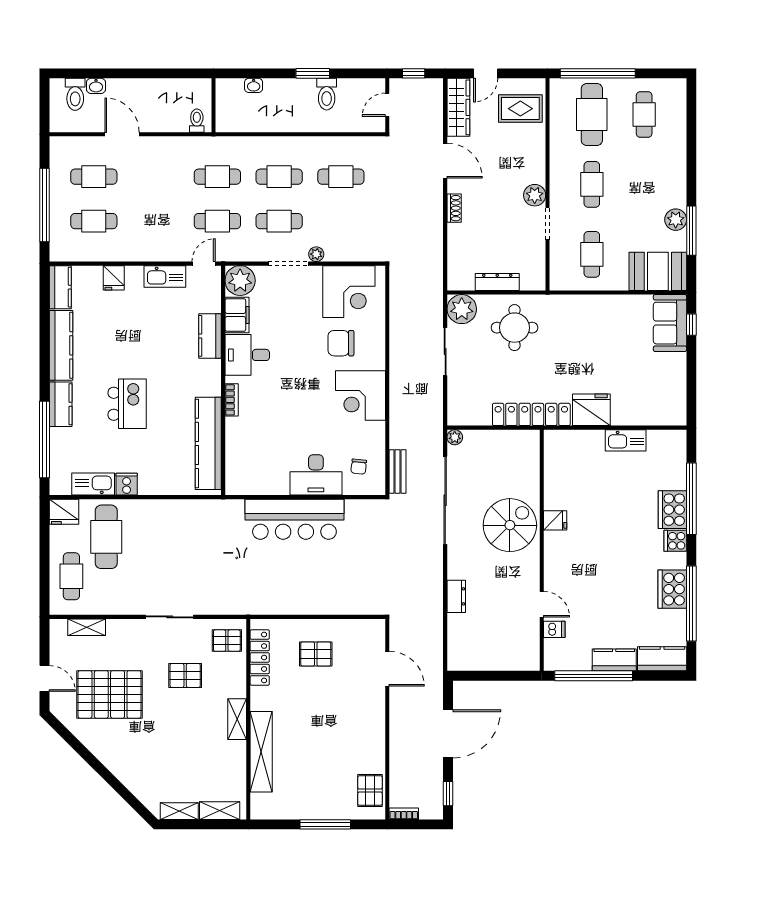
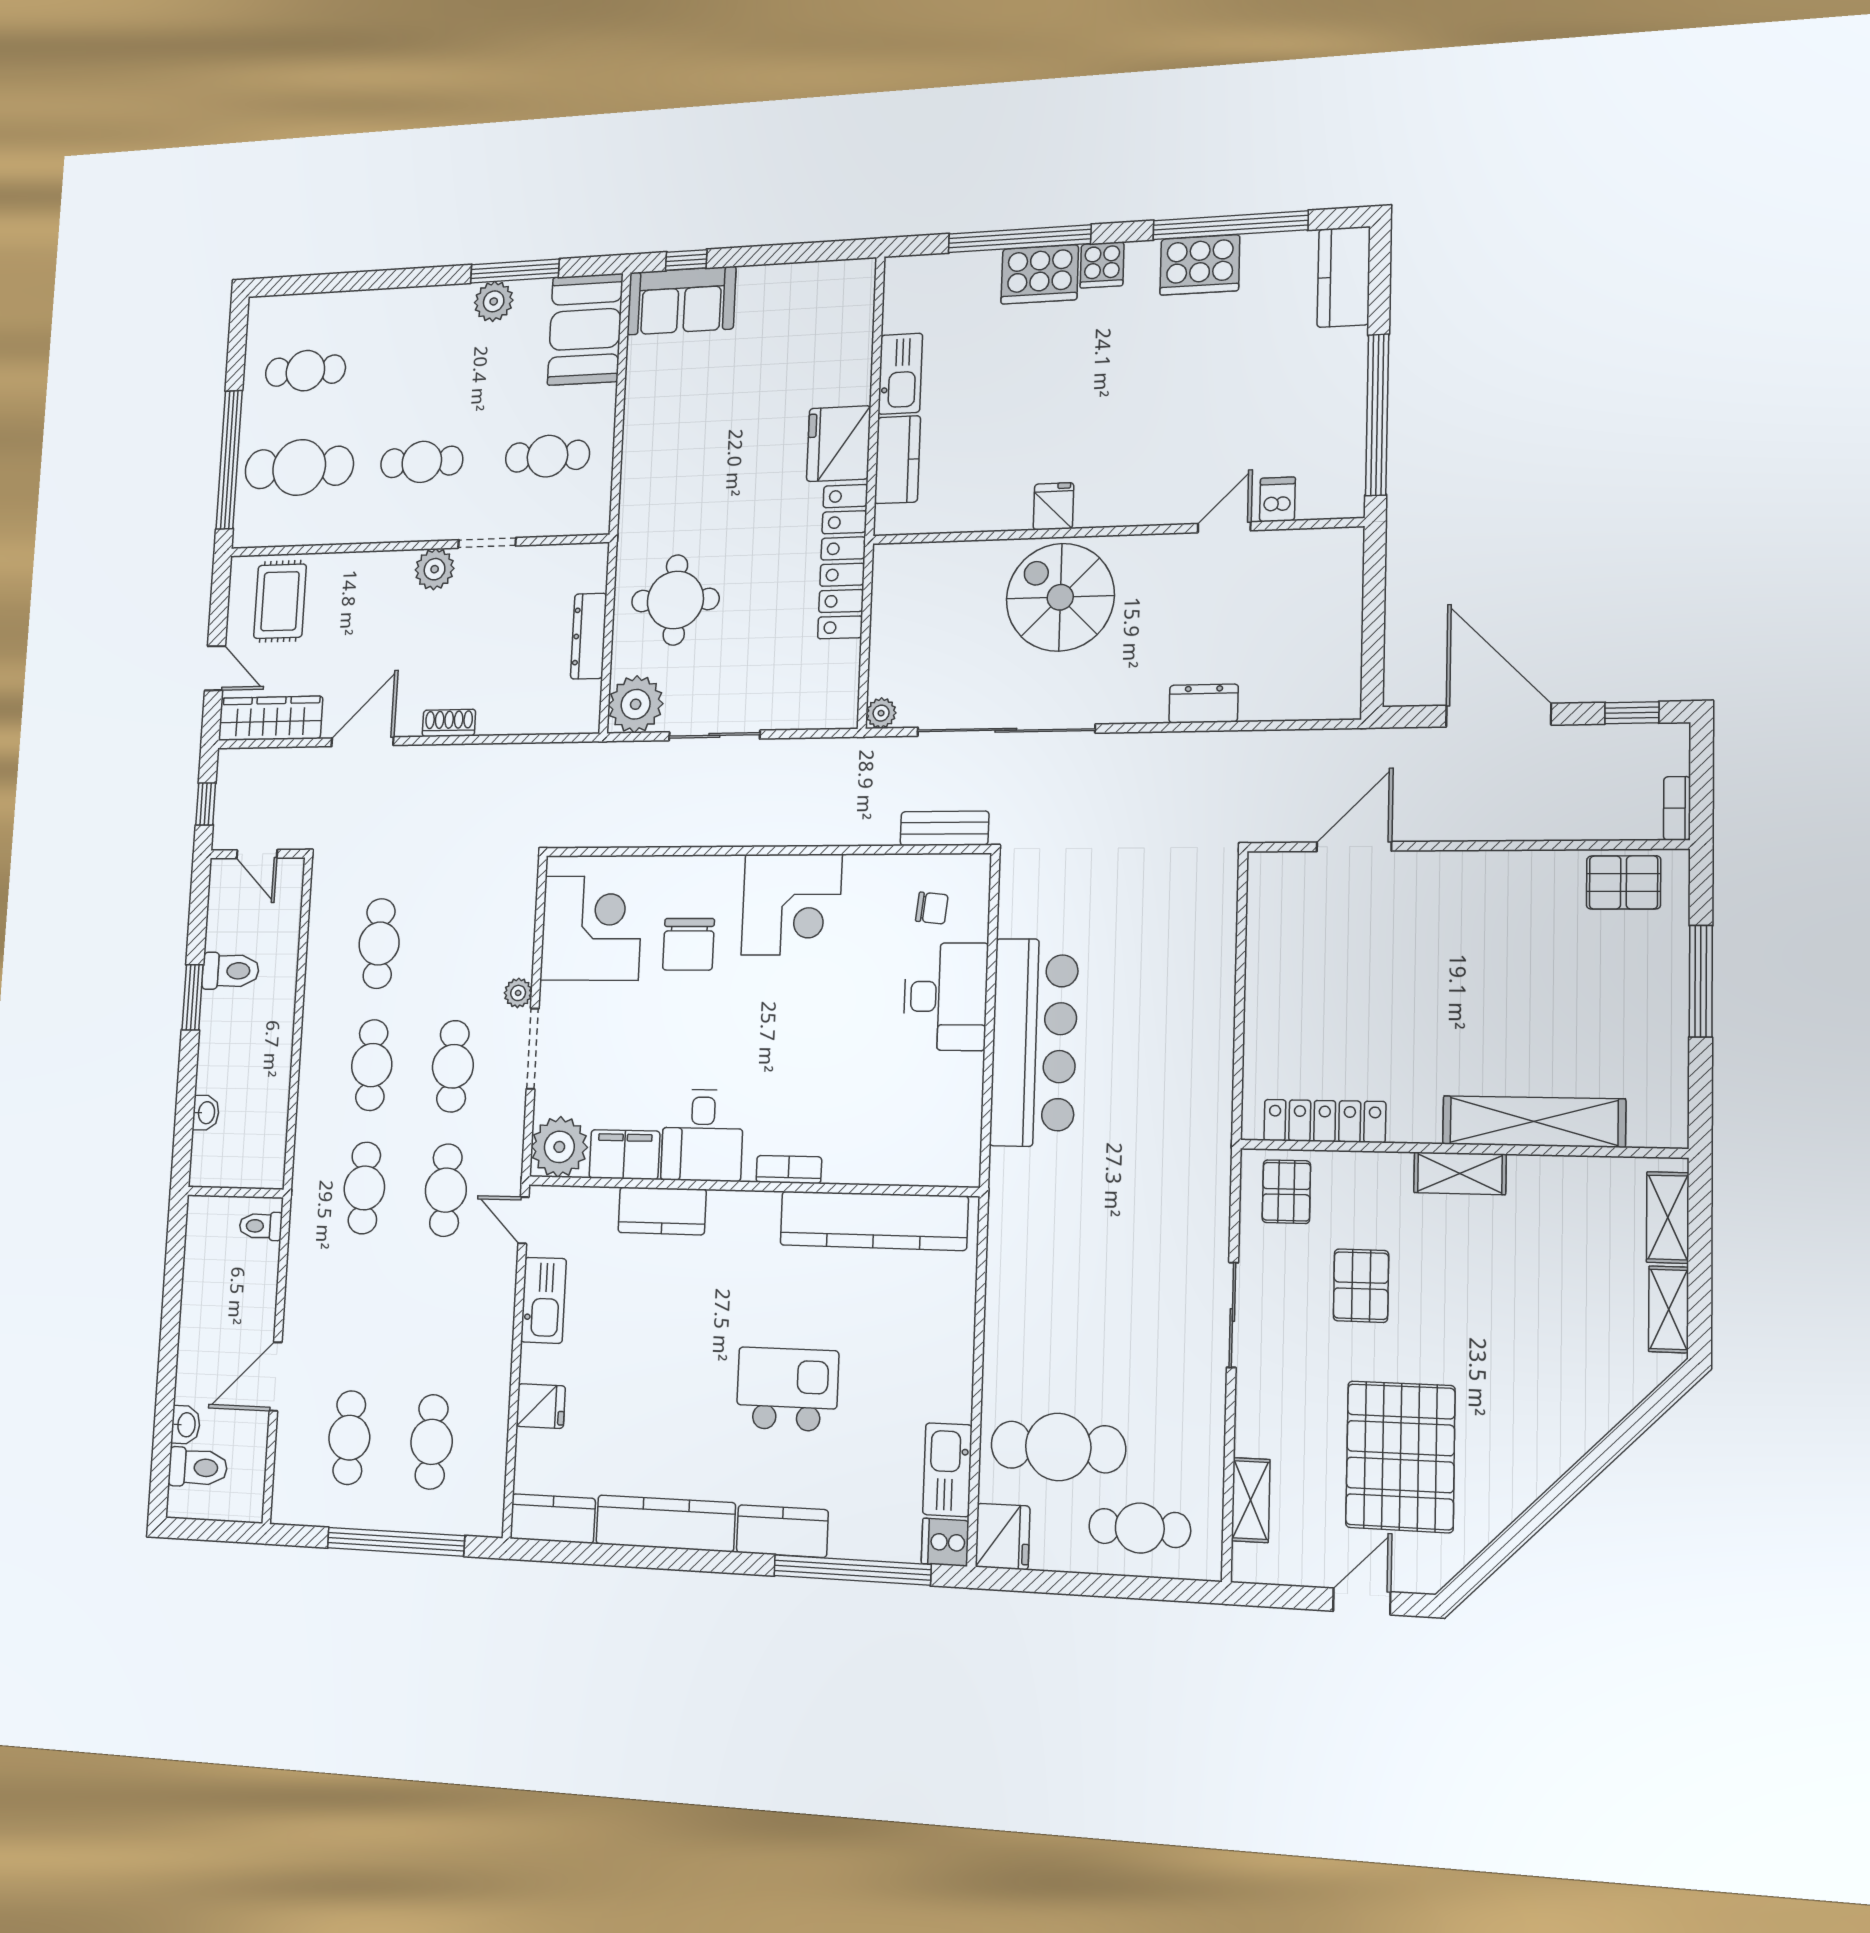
cooker: (127, 484) -> (945, 1542), moved
pallet: (316, 654) -> (1319, 1000), removed
kitchen counter: (614, 660) -> (897, 460), moved, turned 180

